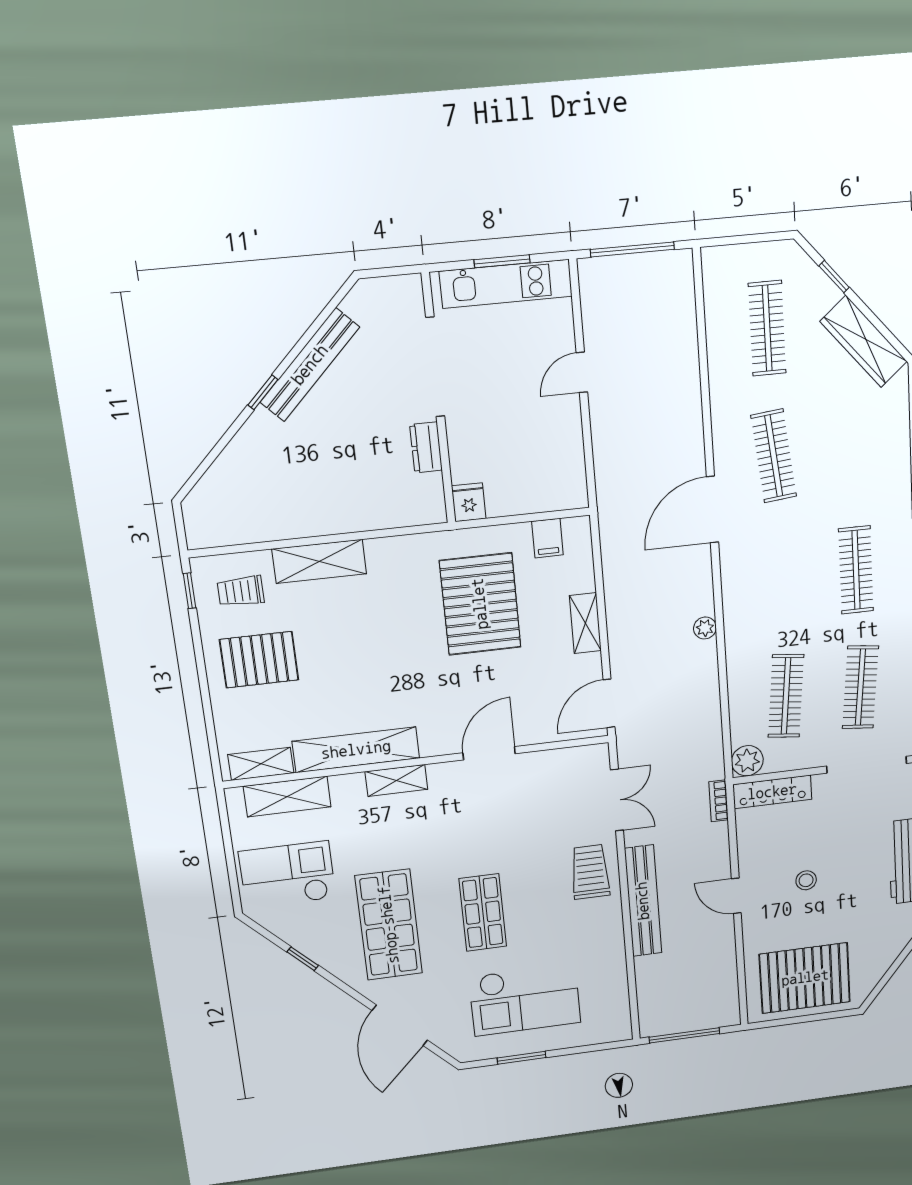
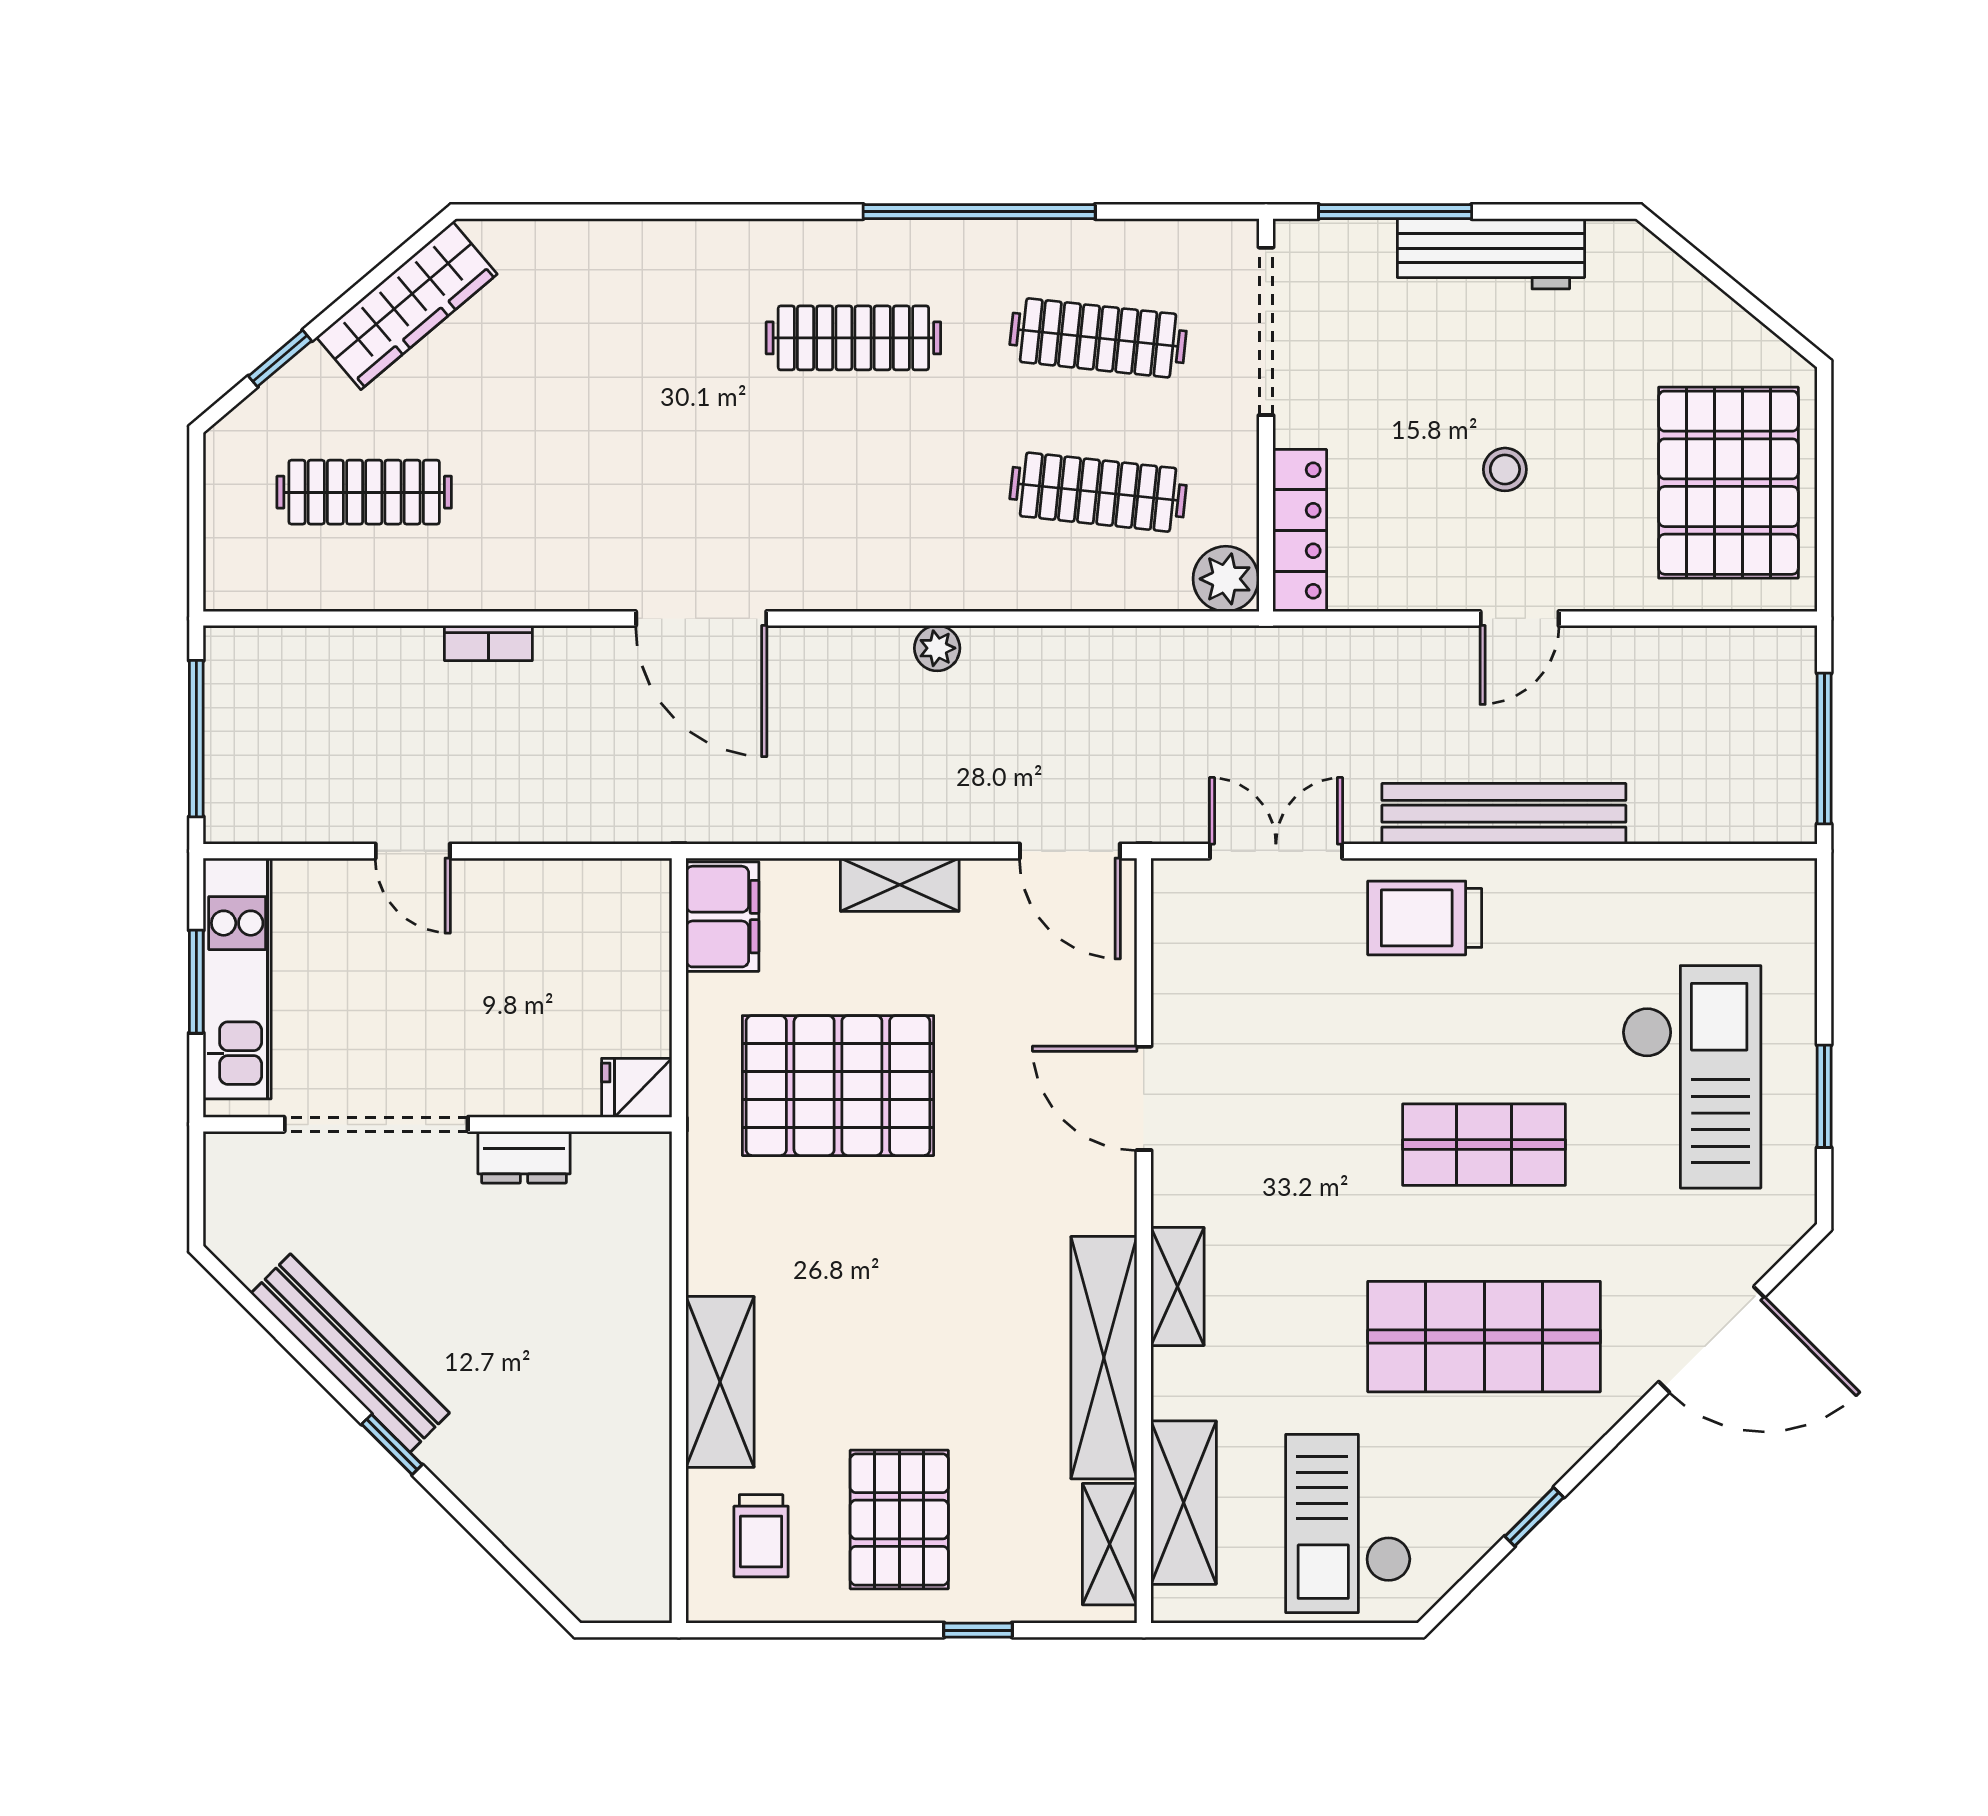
clothes rail: (774, 456) -> (609, 492), removed
filing cabinet: (547, 538) -> (722, 917), width x2.00
window: (190, 591) -> (978, 1630), moved
bookcase: (719, 801) -> (488, 643), moved

